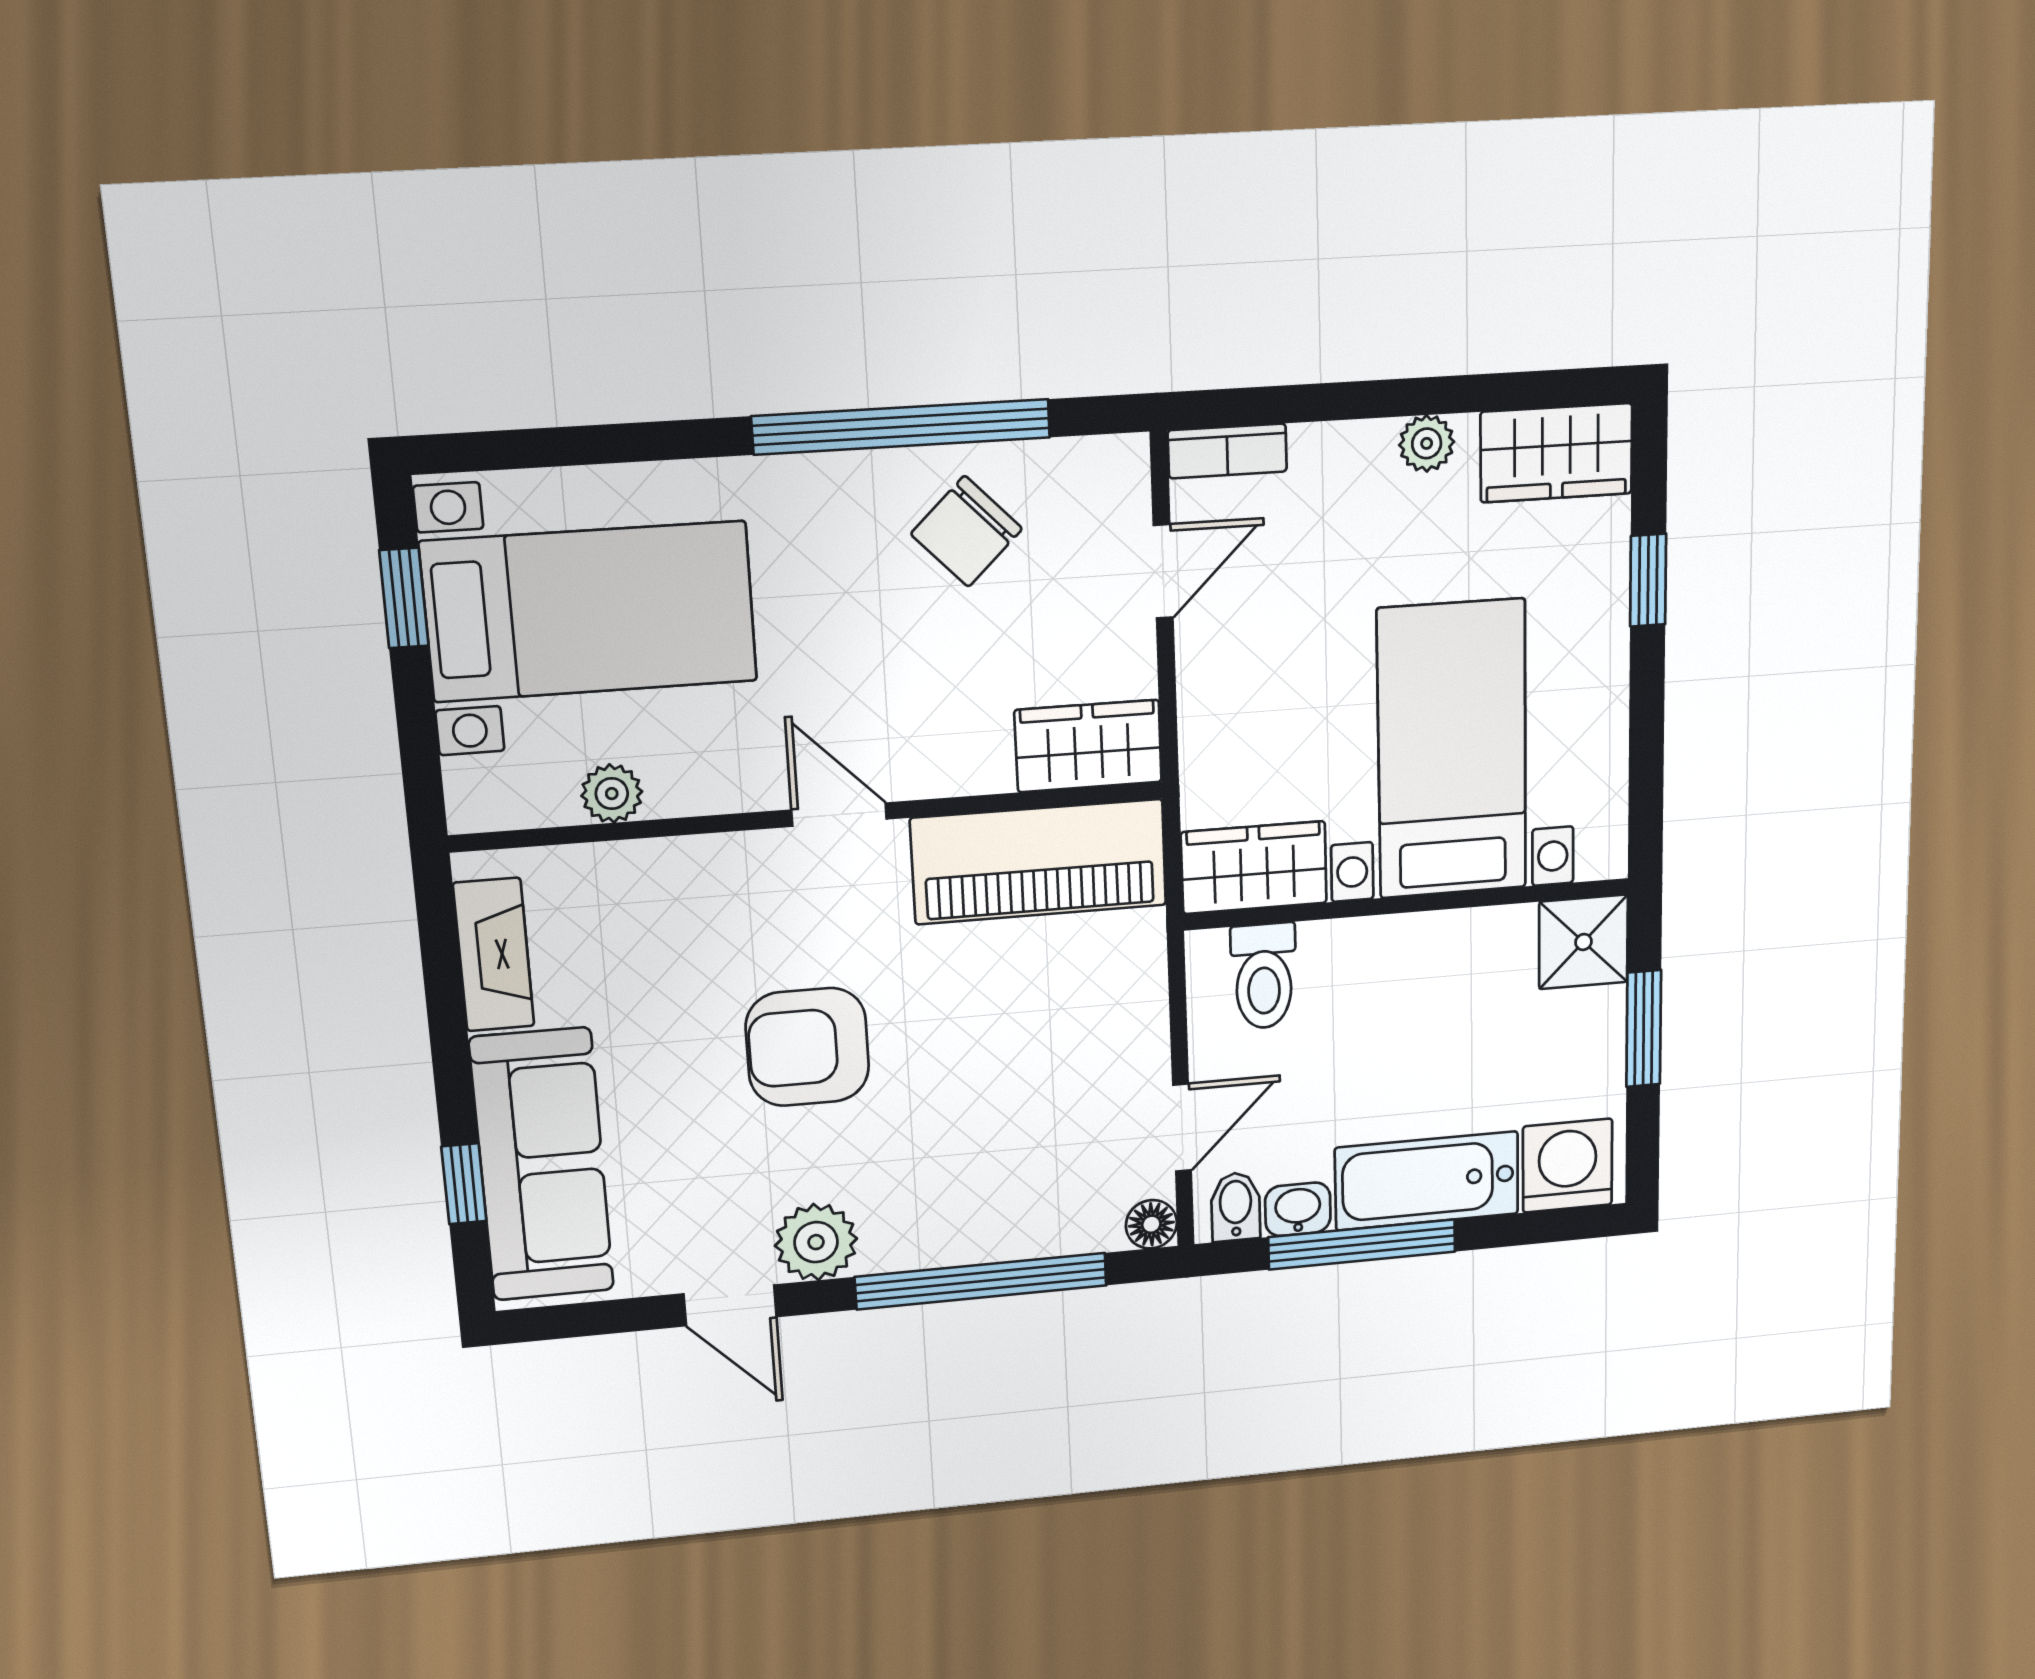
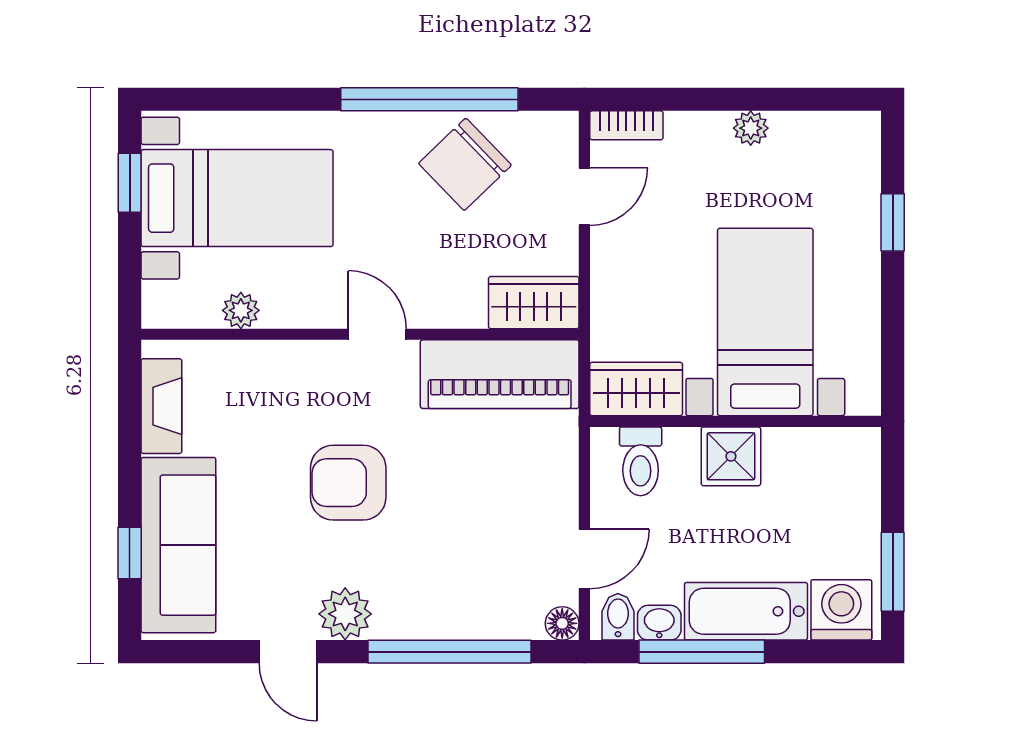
wardrobe: (1556, 453) -> (833, 139), removed
chair: (967, 531) -> (465, 164), width x1.37, depth x1.37
shower: (1583, 942) -> (731, 456), moved
window: (1644, 1029) -> (893, 572), moved

